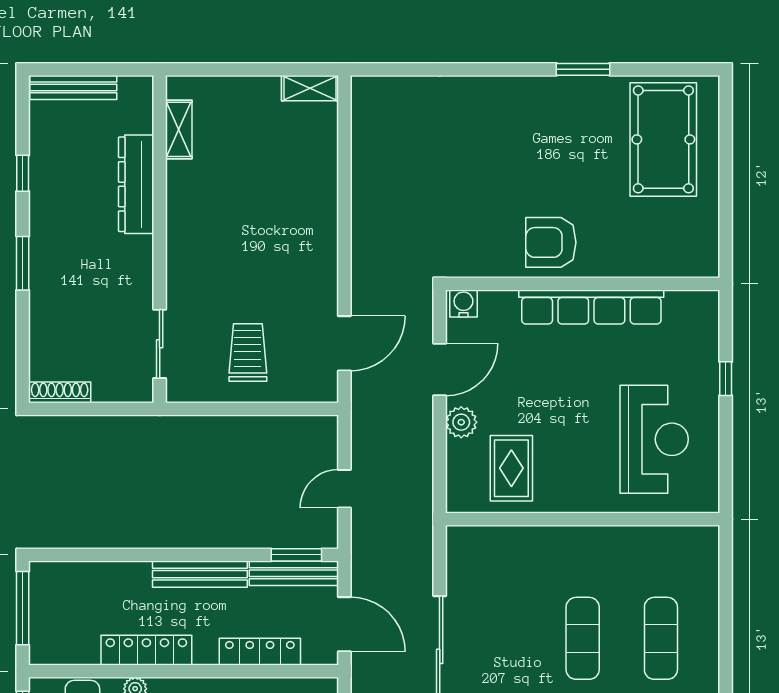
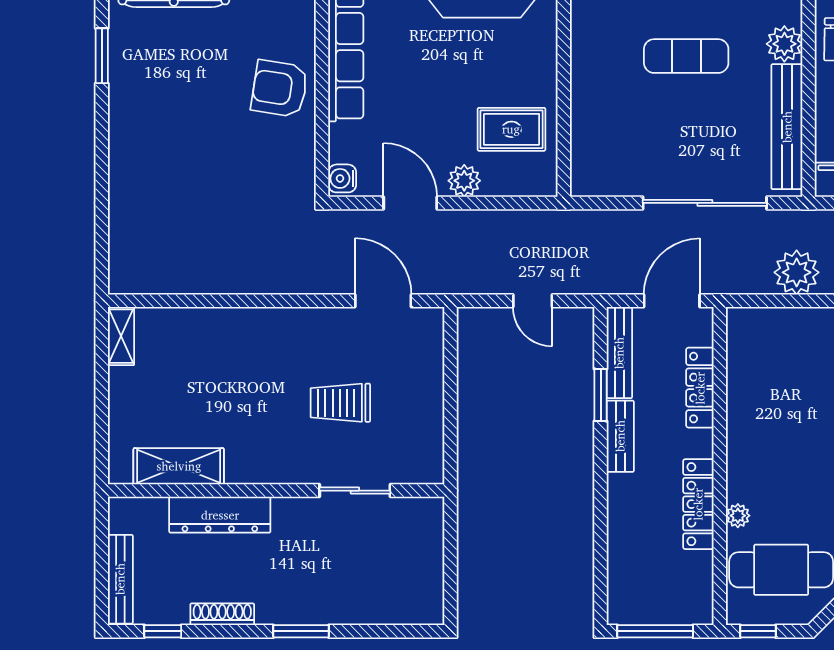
shelving: (179, 129) -> (179, 466), width x1.50, depth x1.33
window: (23, 173) -> (163, 631), moved
armchair: (551, 242) -> (280, 89), turned 99
sliding door: (160, 344) -> (355, 491), moved
trolley: (248, 352) -> (340, 403), moved
shoe rack: (60, 392) -> (222, 614), moved, turned 90
window: (296, 555) -> (601, 395), moved
bench: (200, 574) -> (620, 436), width x0.73

